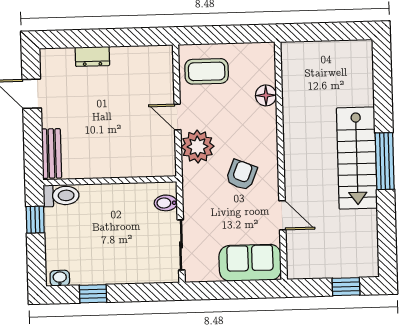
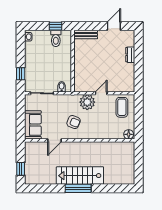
floor lamp: (266, 95) -> (129, 134), moved
toilet: (61, 196) -> (56, 38), moved
window: (93, 294) -> (21, 74), moved

